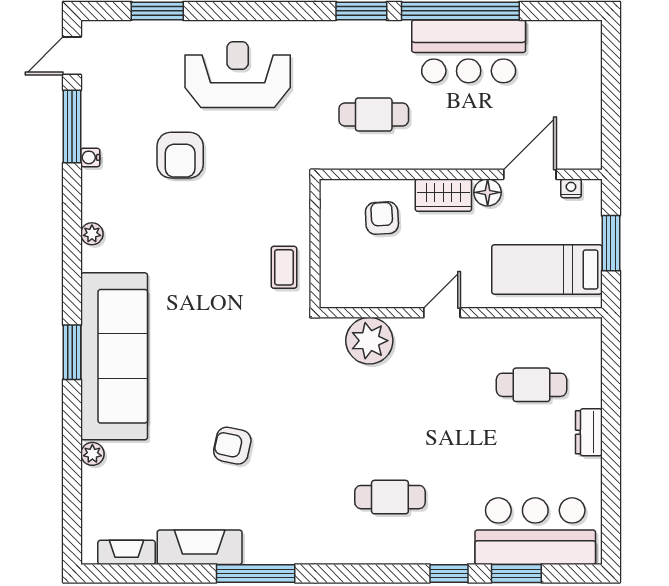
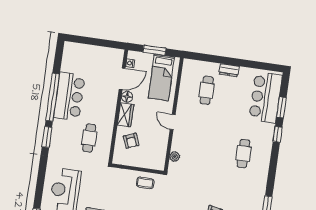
door: (530, 174) -> (122, 79), swing flipped
armchair: (382, 218) -> (131, 141), turned -109
plant: (369, 341) -> (175, 157), width x0.53, depth x0.53

